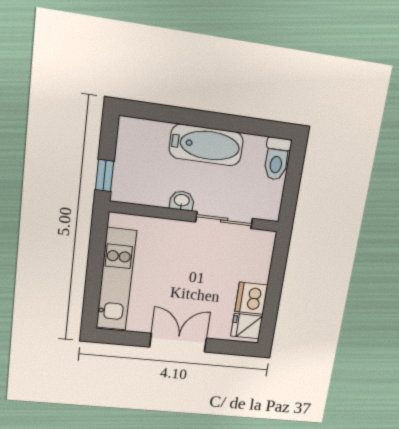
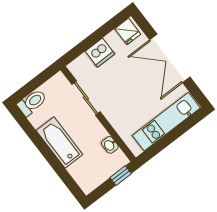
washbasin: (182, 201) -> (110, 145), moved
dishwasher: (251, 298) -> (100, 53), moved
double door: (178, 343) -> (170, 58), width x1.37

